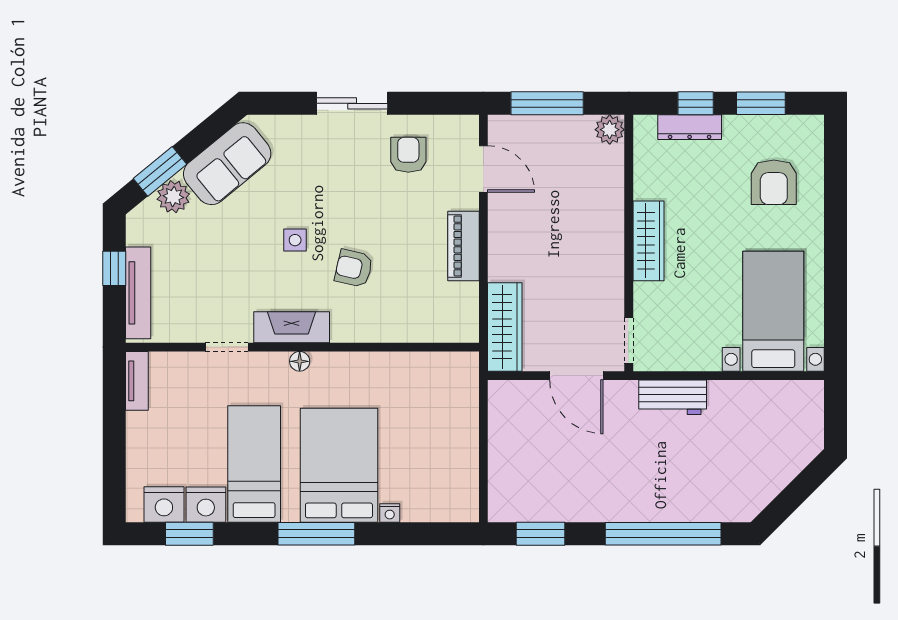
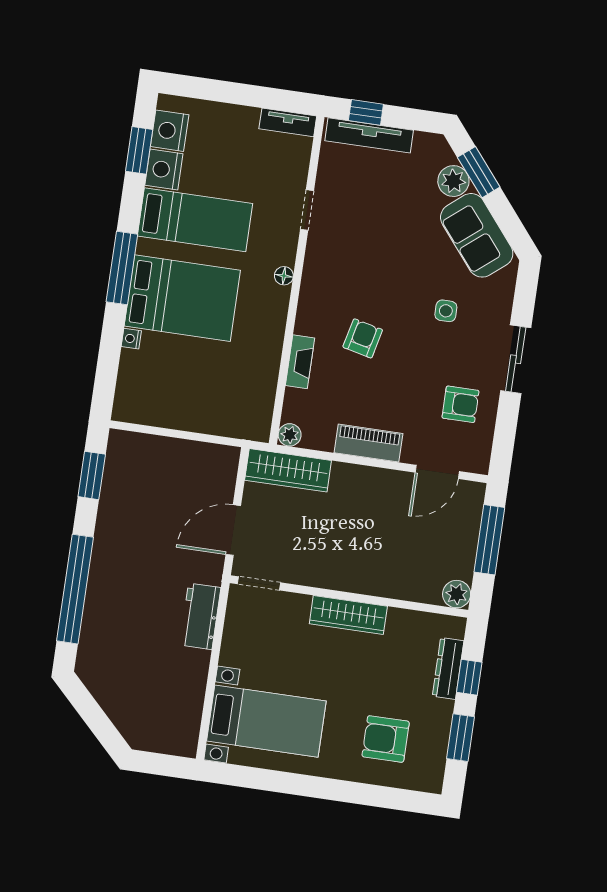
side table: (295, 240) -> (446, 311), moved
window: (114, 268) -> (366, 112), moved
fireplace: (292, 327) -> (300, 362), moved, width x0.73, depth x0.76
plant: (467, 331) -> (290, 435), added

